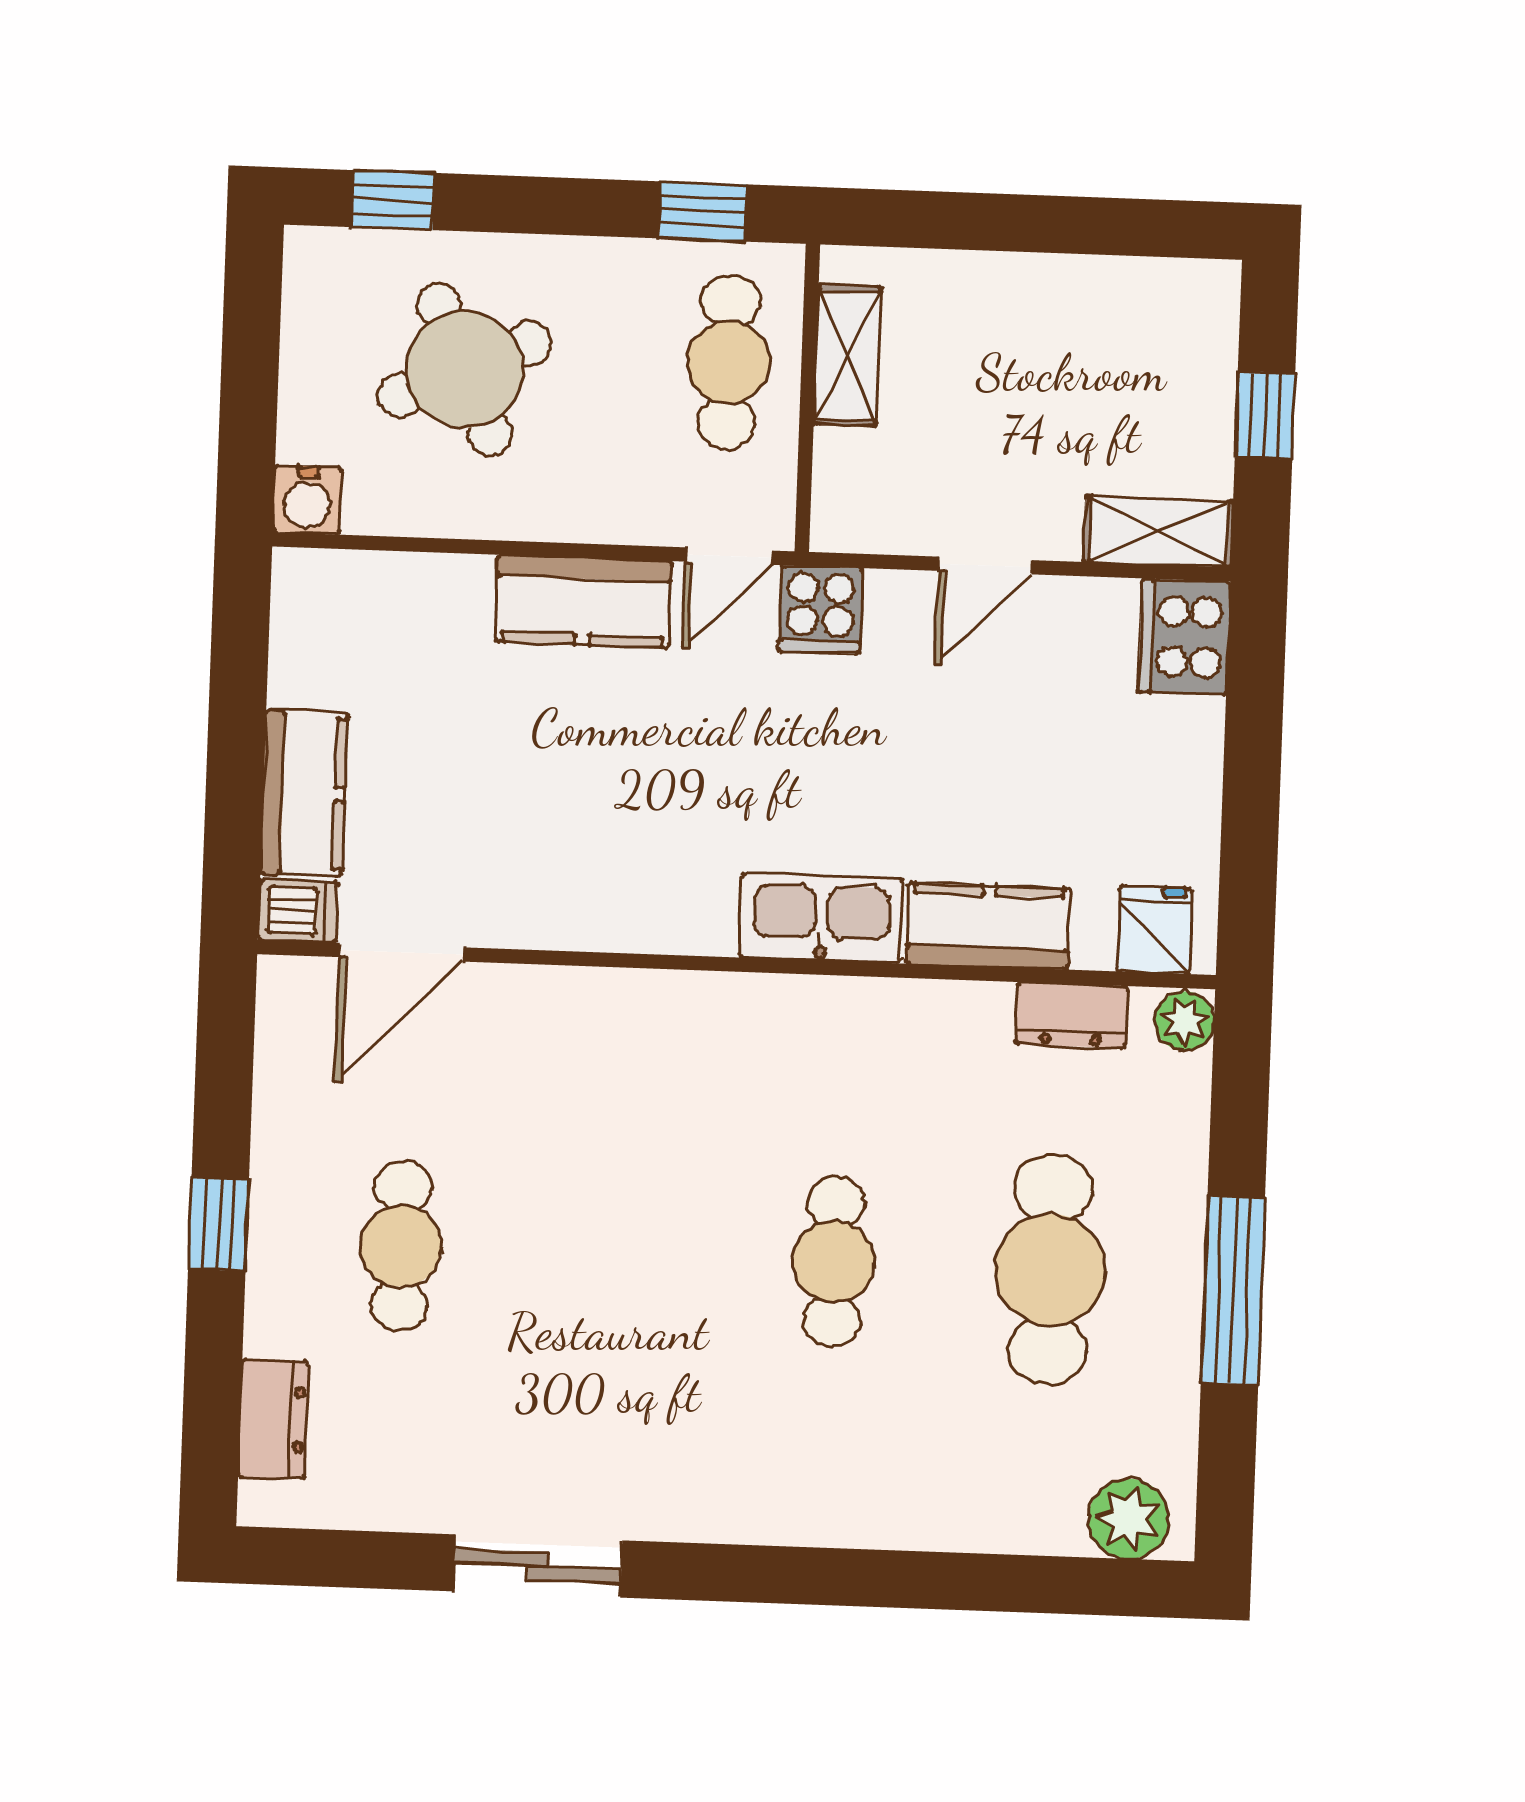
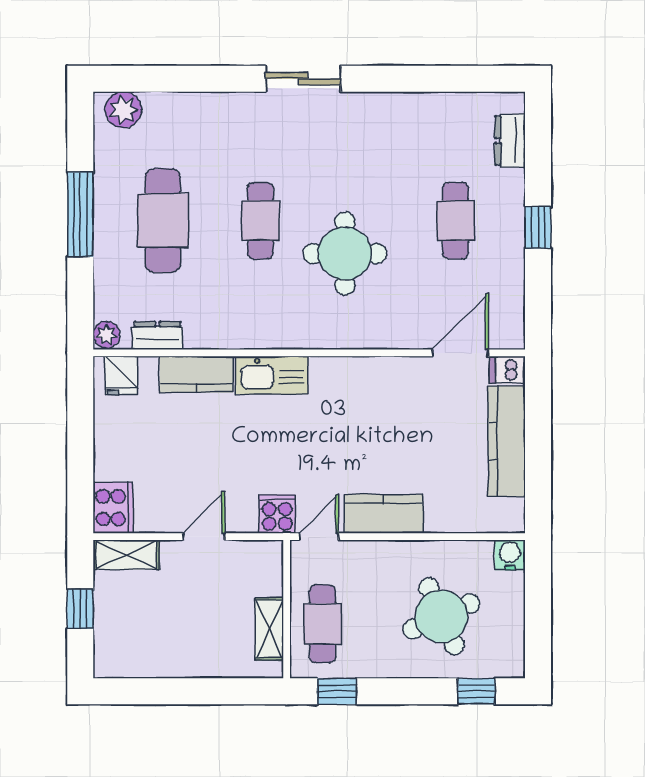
kitchen counter: (304, 793) -> (507, 441), width x1.50
round table: (649, 1182) -> (345, 254), added
sliding door: (538, 1566) -> (303, 79), moved

